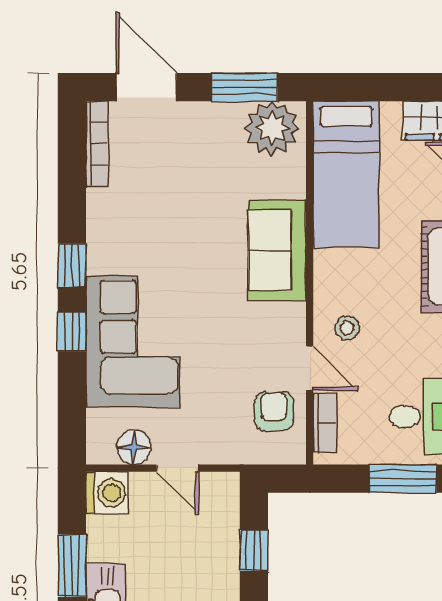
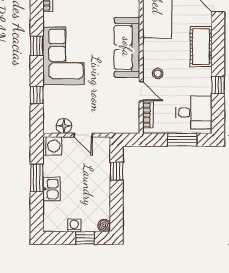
sofa: (277, 250) -> (127, 47), width x1.36
window: (72, 332) -> (37, 95), moved
corner sofa: (133, 341) -> (63, 56), moved
armchair: (274, 411) -> (125, 110), removed

